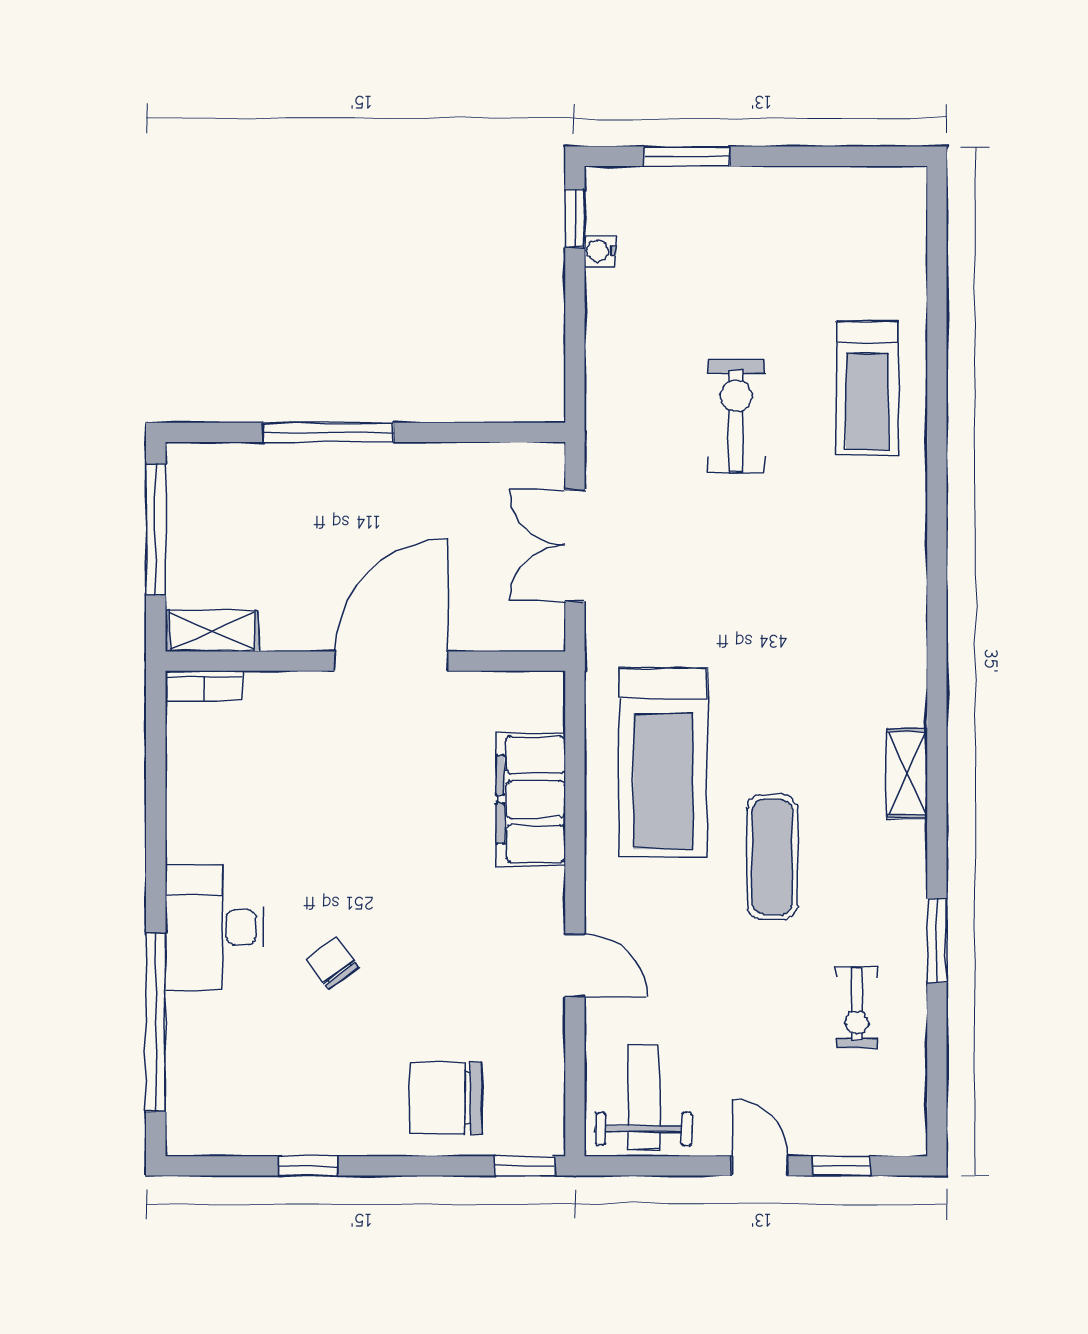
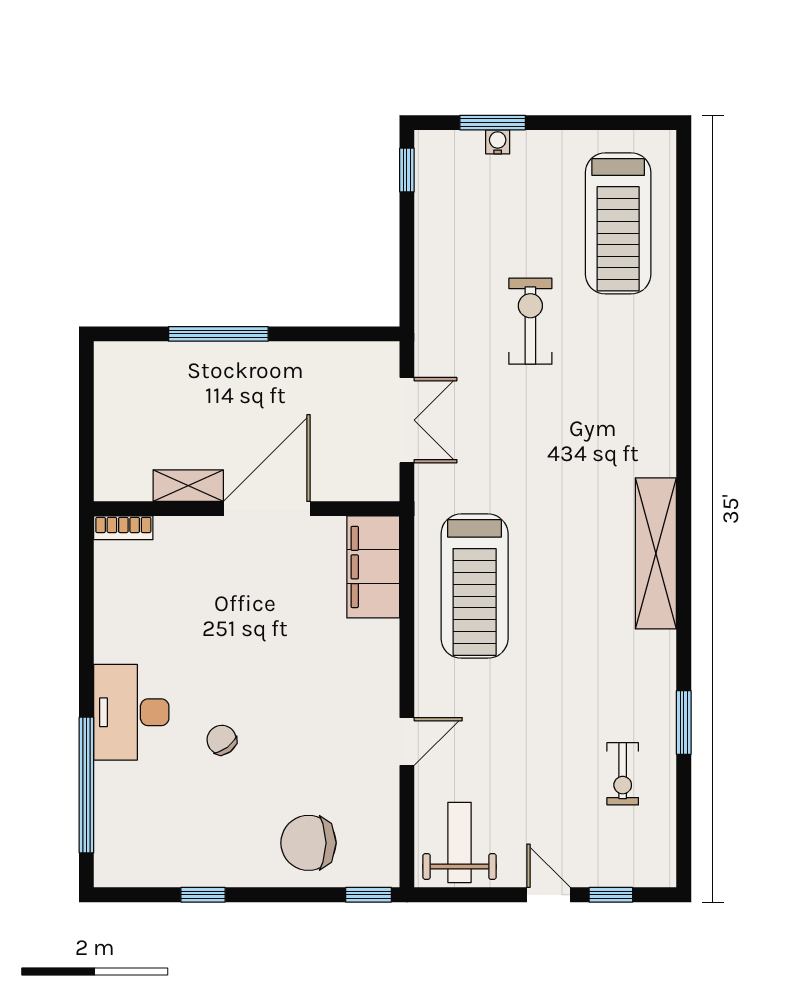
water cooler: (600, 251) -> (498, 142), moved, turned 90
treadmill: (867, 388) -> (618, 223), moved, width x1.37, depth x1.38
window: (156, 529) -> (86, 408), removed
double door: (575, 545) -> (407, 420), swing flipped
shelving: (212, 631) -> (188, 486), moved
shelving: (907, 773) -> (656, 553), width x2.20, depth x1.33
filing cabinet: (531, 799) -> (373, 567), moved
exercise mat: (772, 857) -> (558, 658), removed
door: (575, 966) -> (407, 742), hinge flipped

